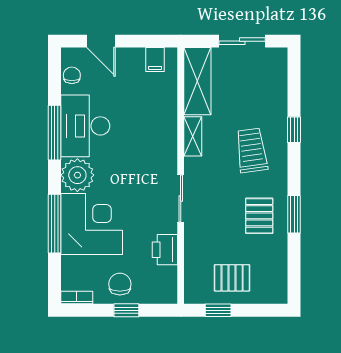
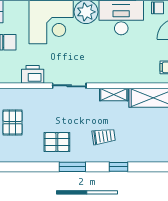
trolley: (252, 150) -> (104, 136), width x0.73, depth x0.72
window: (294, 214) -> (72, 167), moved

